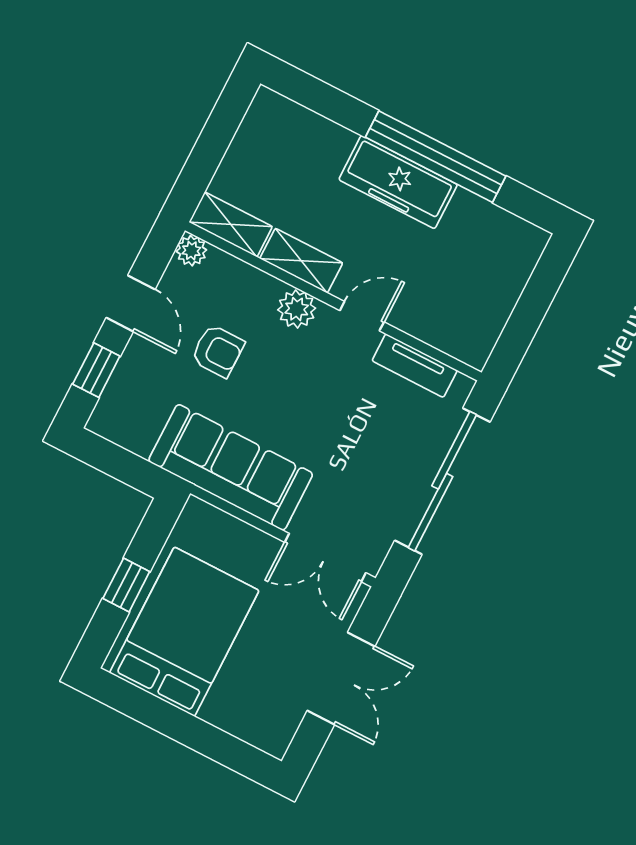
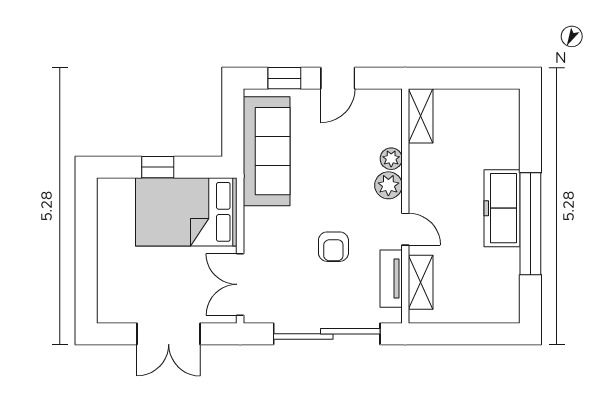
plant: (191, 251) -> (391, 159), moved
shelving: (301, 261) -> (421, 282), moved
armchair: (218, 351) -> (333, 247), moved
sofa: (231, 467) -> (267, 151), moved
bed: (184, 632) -> (186, 212), moved, turned 180

